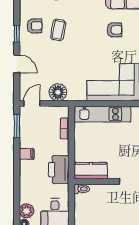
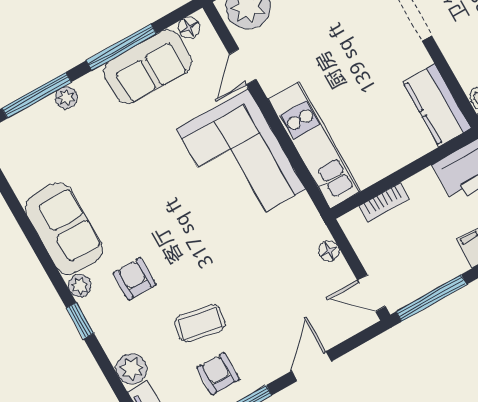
armchair: (115, 30) -> (134, 279), moved
floor lamp: (58, 92) -> (329, 251), width x0.53, depth x0.53
window: (17, 126) -> (431, 298), width x1.44

